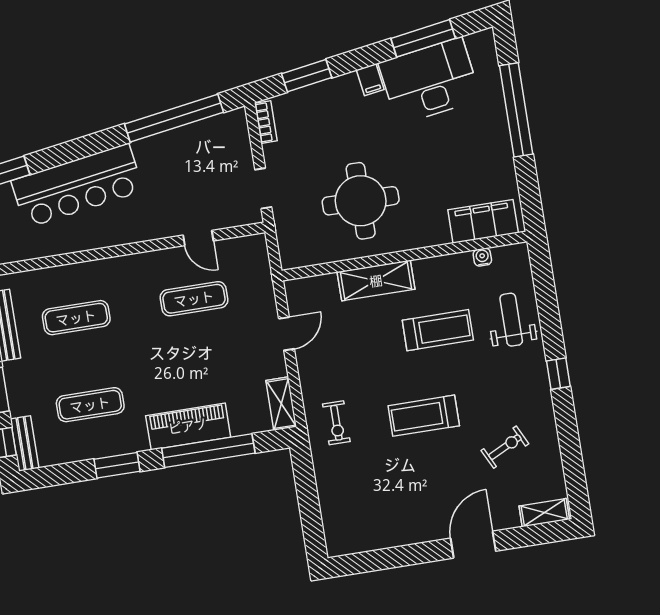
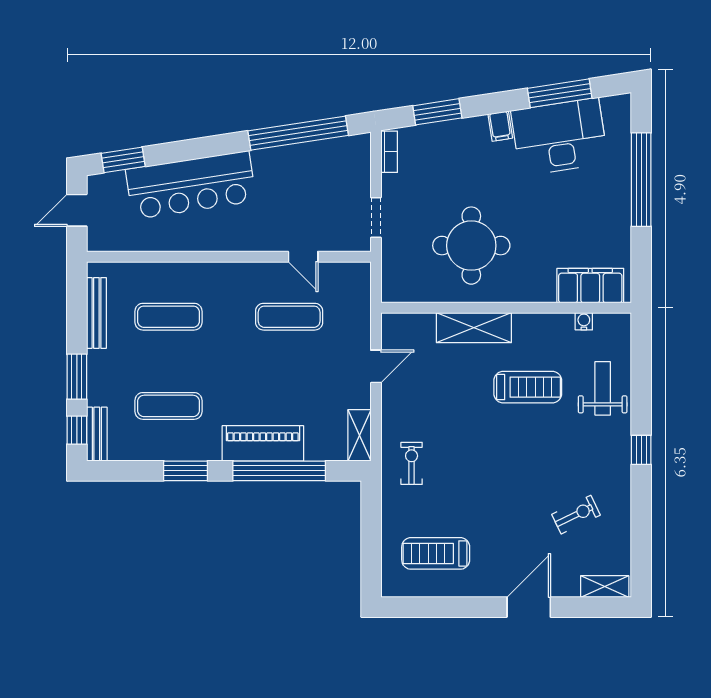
treadmill: (424, 416) -> (436, 553), moved
exercise bike: (336, 423) -> (412, 463), turned 180

